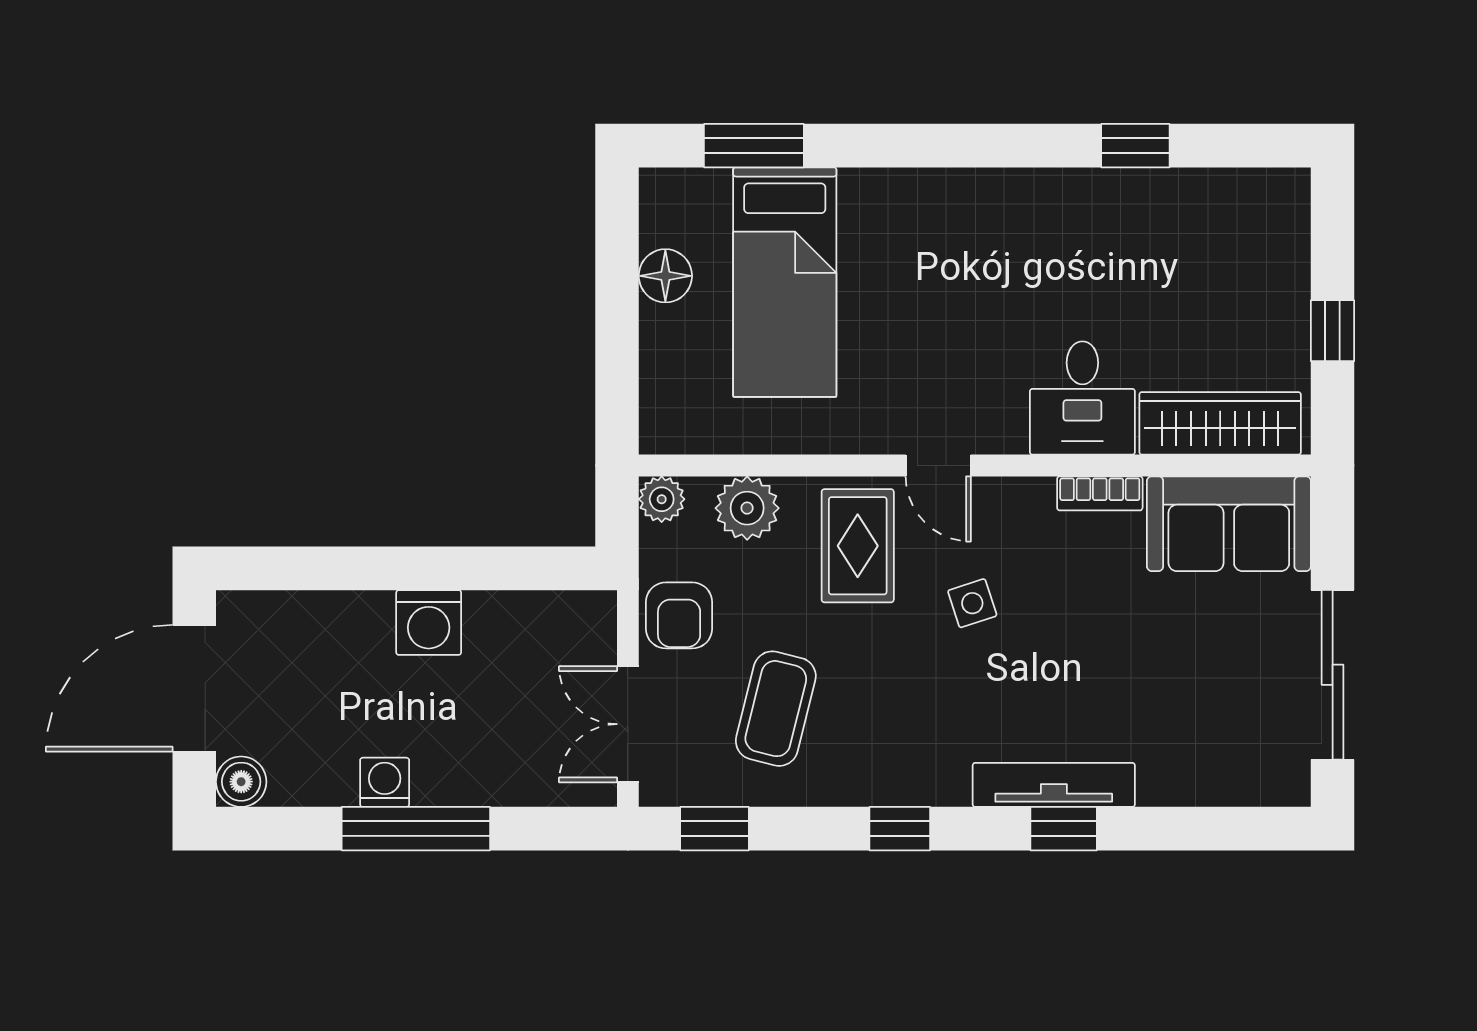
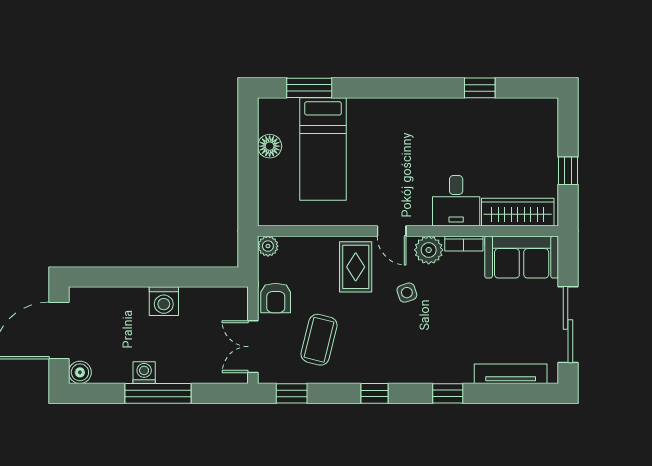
plant: (747, 508) -> (429, 250), moved
tv unit: (1054, 785) -> (511, 374), moved

